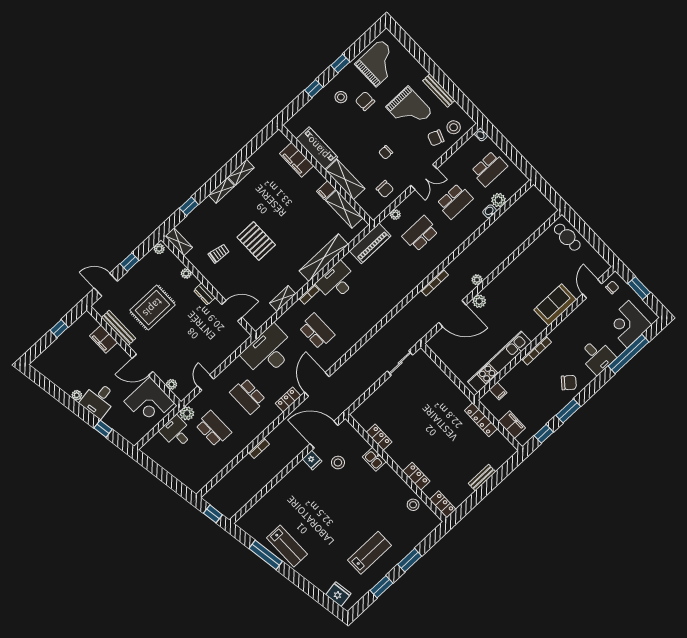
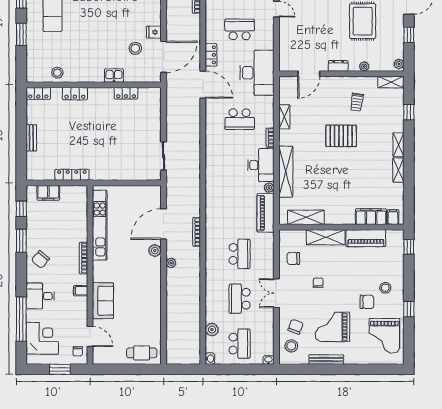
window: (314, 89) -> (409, 247), moved
school desk: (489, 169) -> (240, 344), turned 180
filing cabinet: (326, 190) -> (393, 217), moved
washbasin: (490, 211) -> (210, 359), moved
plant: (395, 215) -> (269, 188), moved
filing cabinet: (498, 391) -> (81, 291), moved

